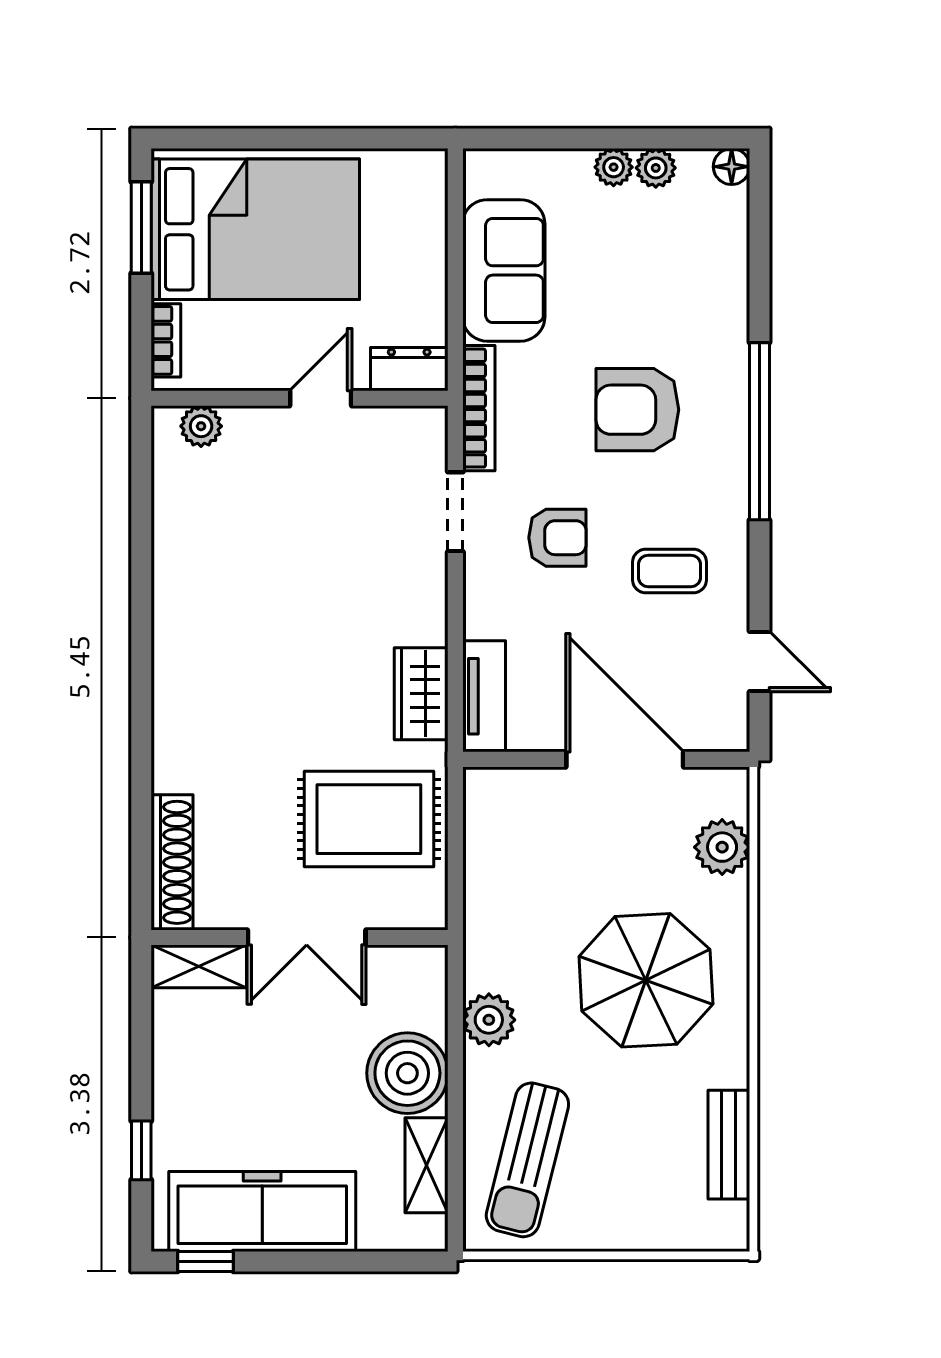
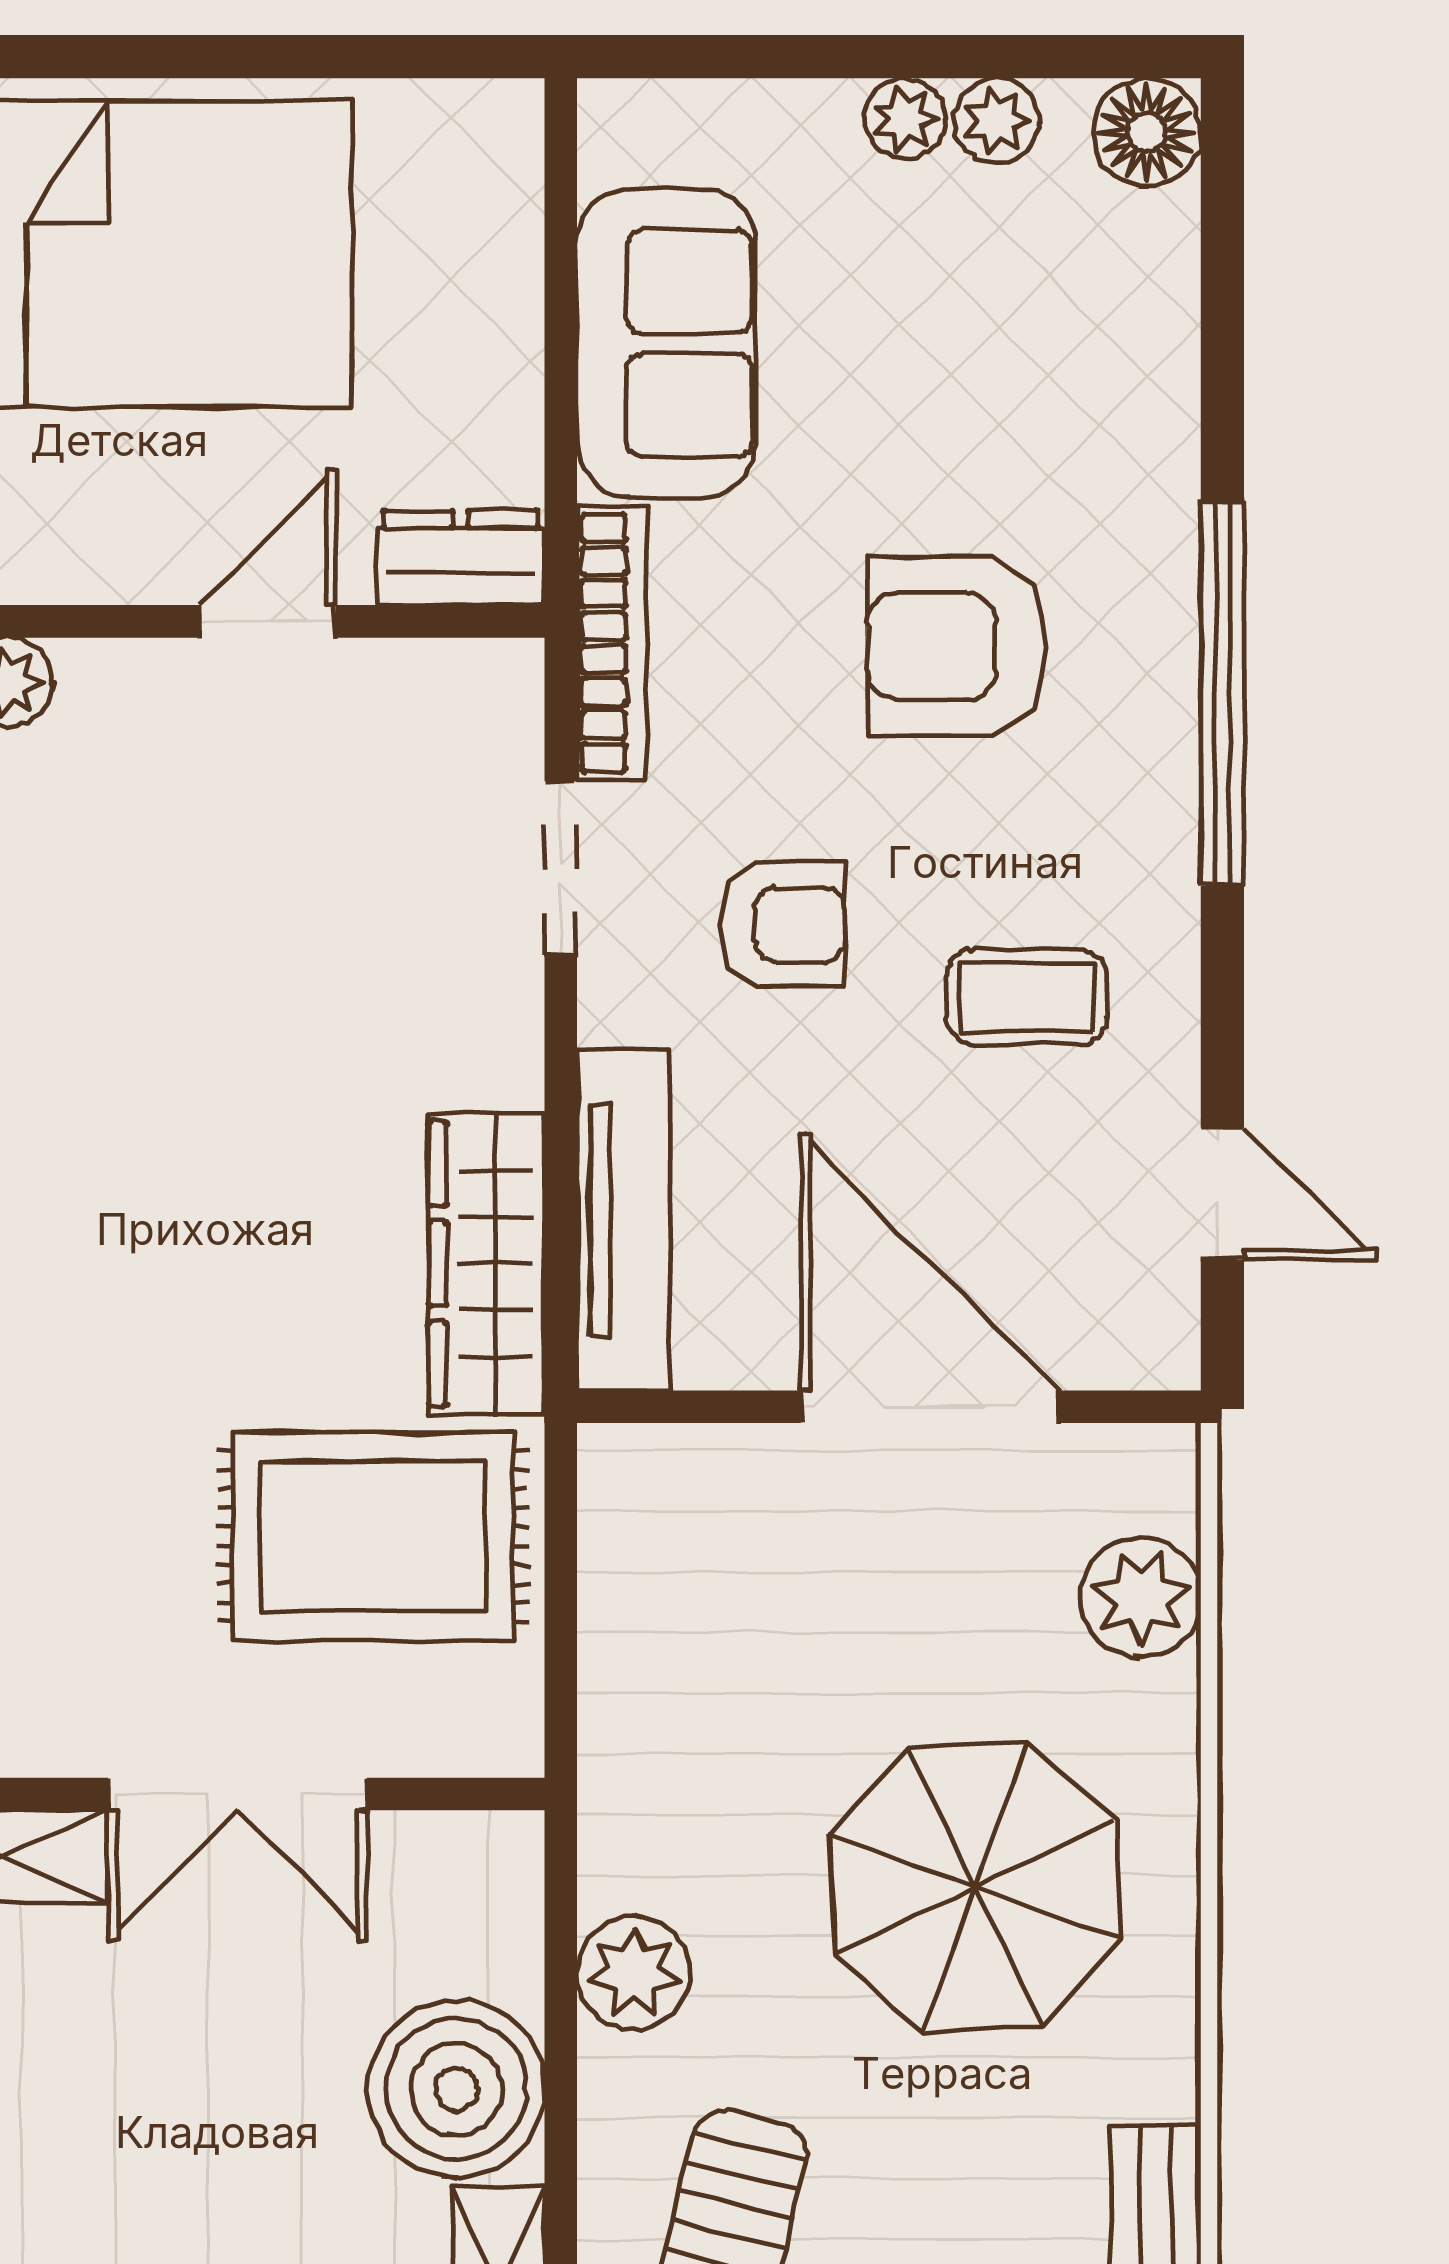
floor lamp: (732, 167) -> (1147, 132), width x1.37, depth x1.37
wardrobe: (421, 694) -> (487, 1264), width x1.50
tv unit: (484, 696) -> (623, 1220), width x1.41

